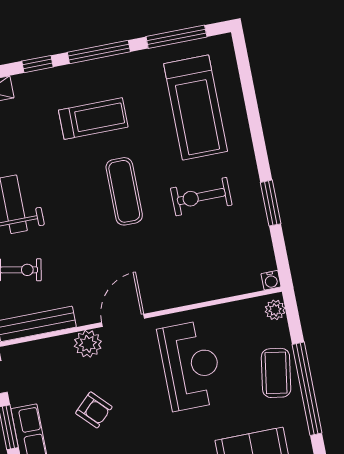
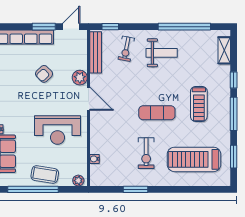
window: (176, 37) -> (234, 157), width x0.69
exercise bike: (201, 197) -> (146, 153), turned 180
water cooler: (271, 280) -> (94, 159), moved

